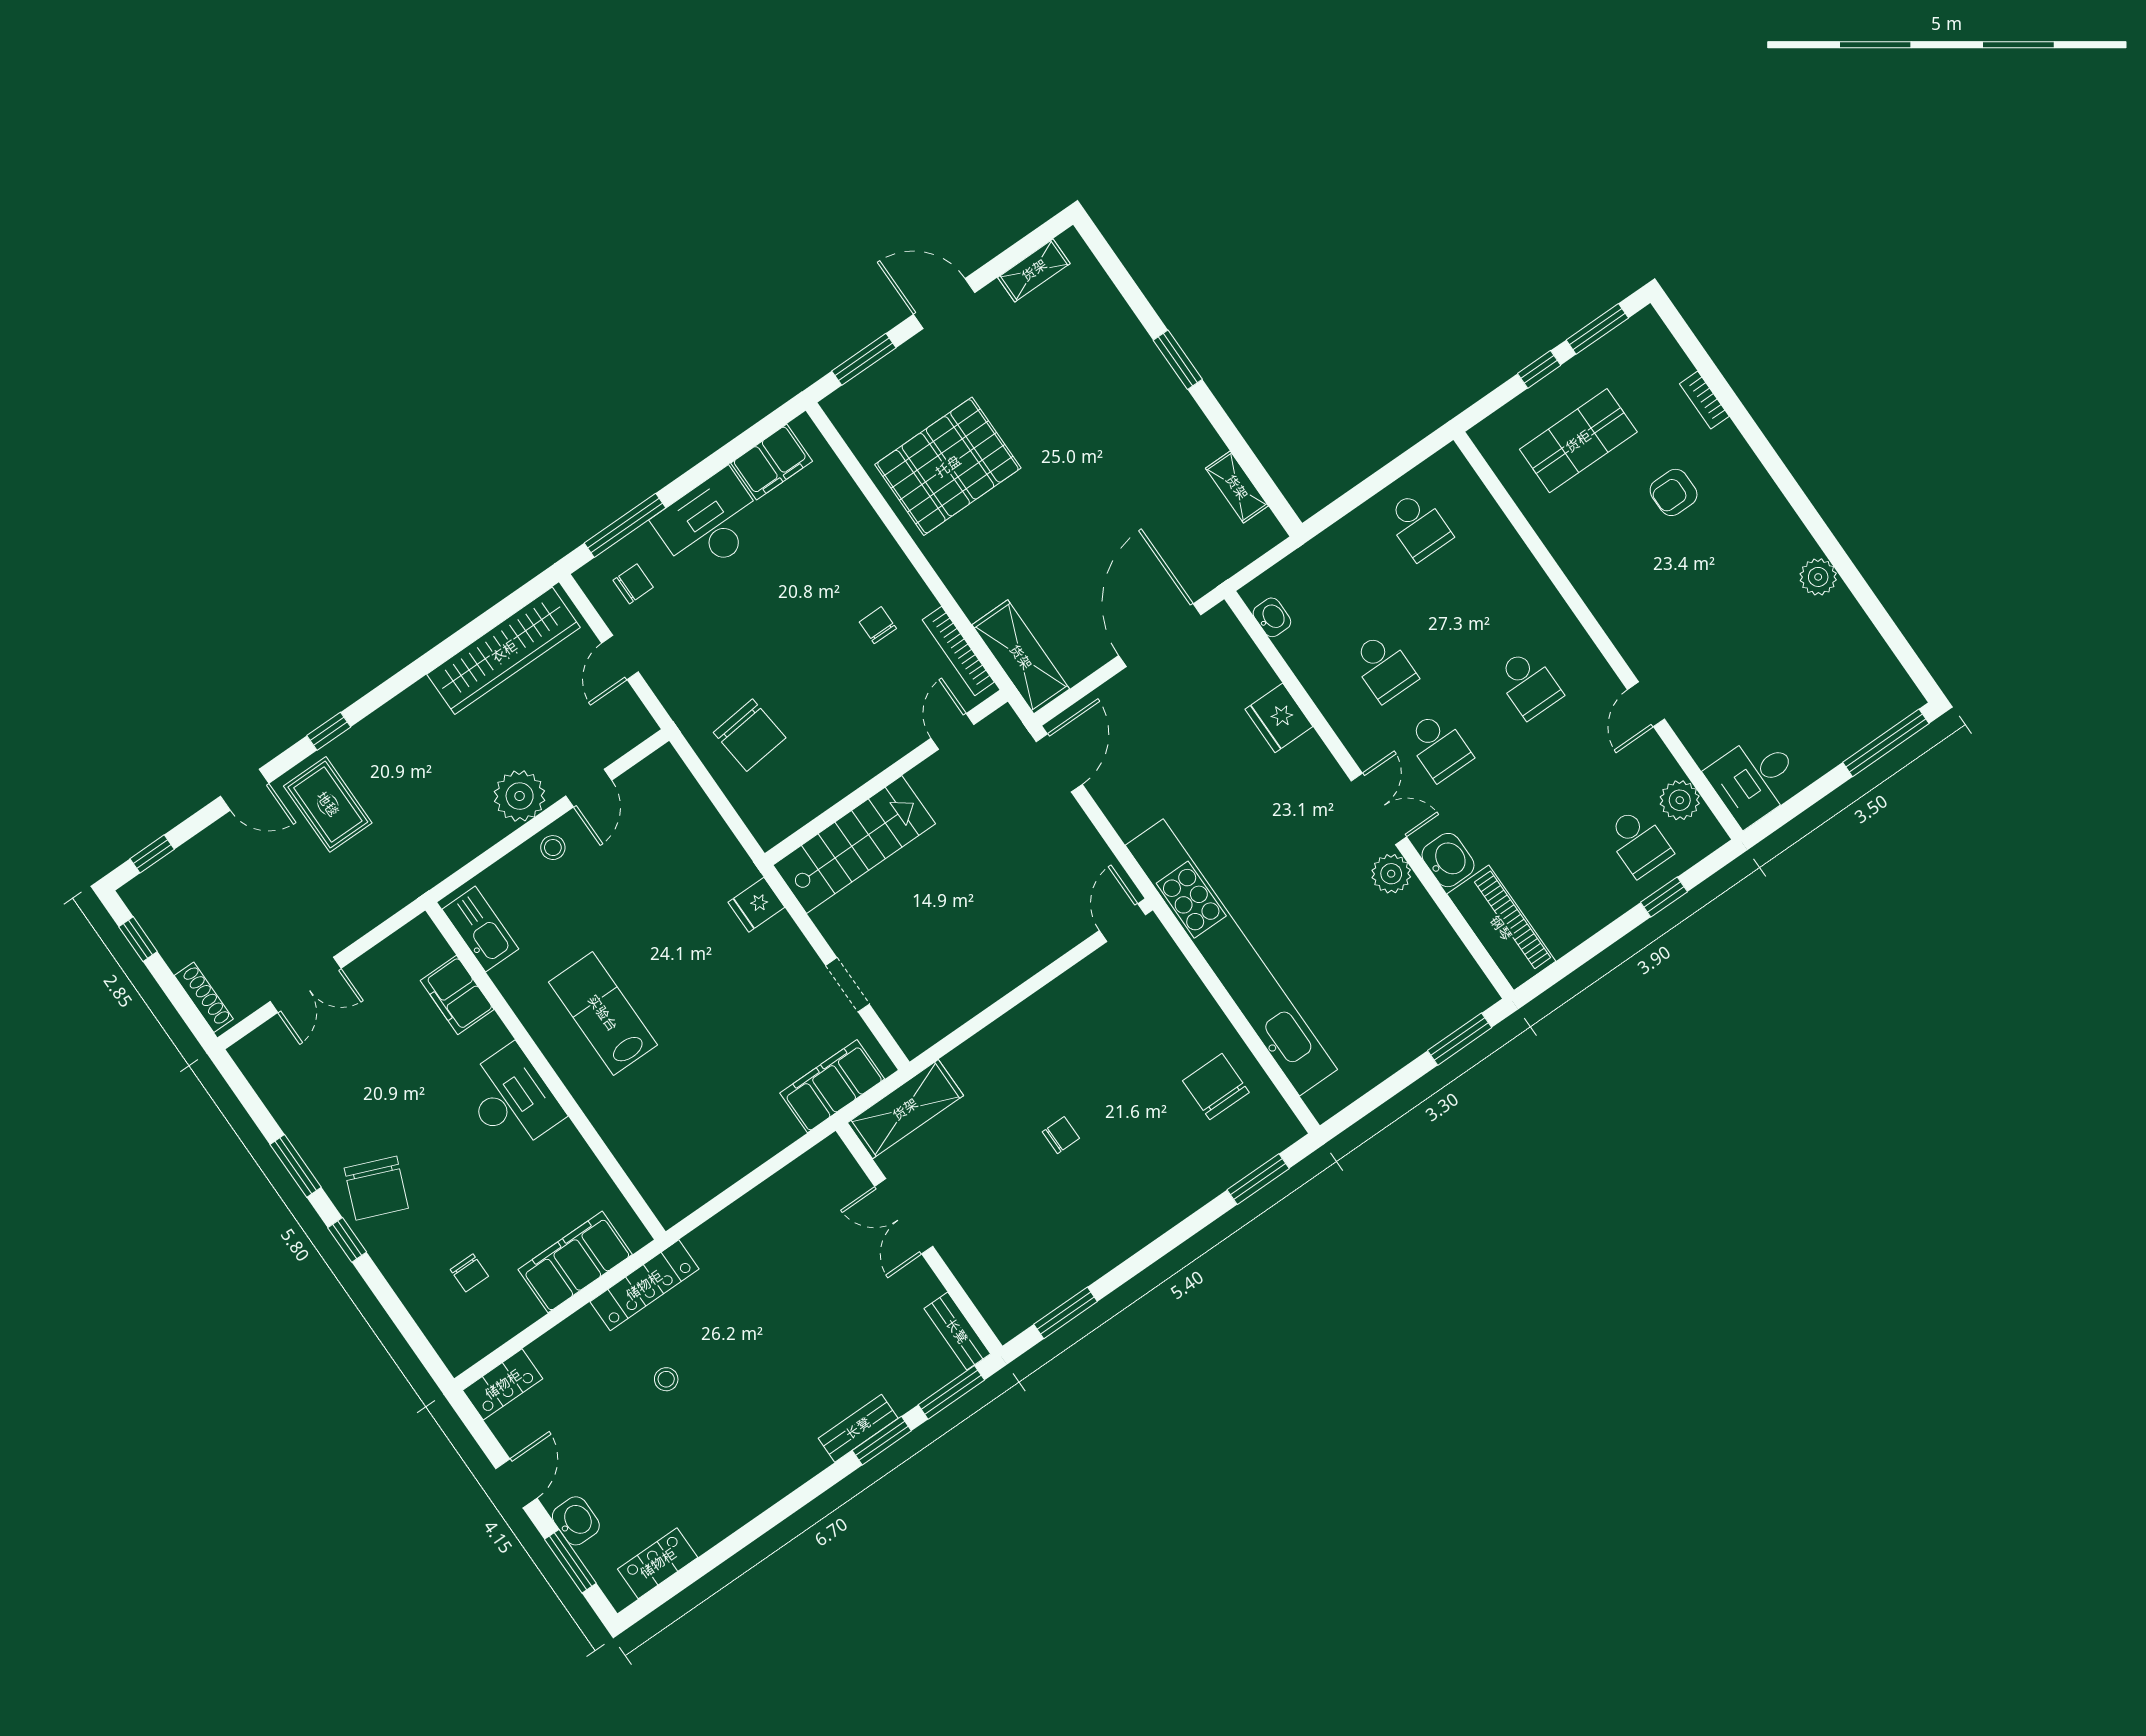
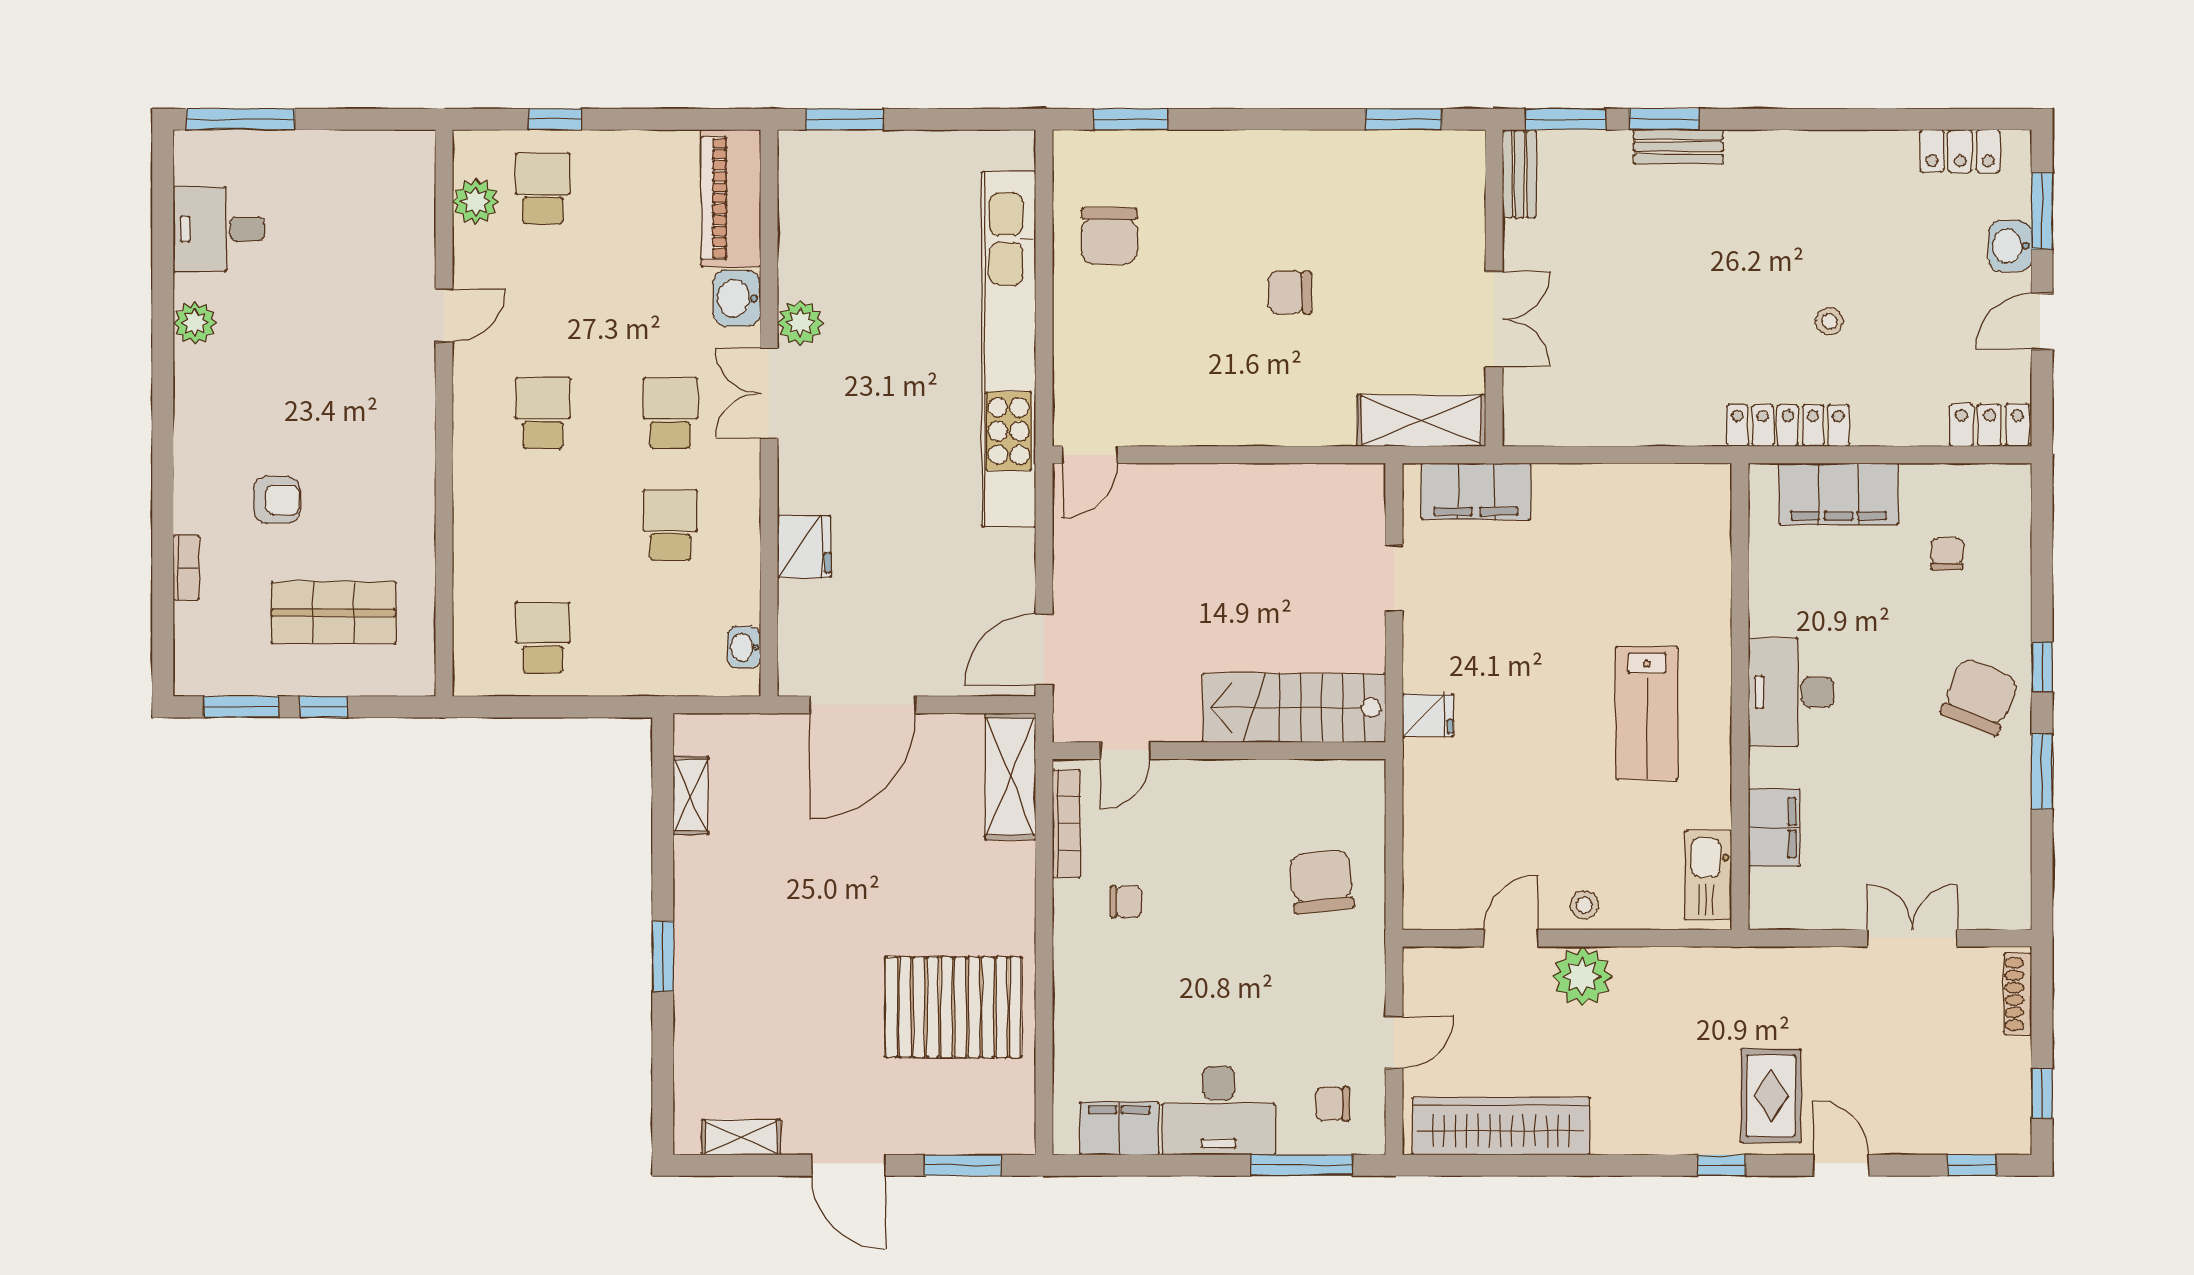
chair: (878, 625) -> (1126, 902), turned -90
desk: (1754, 779) -> (219, 229), moved, turned 180
chair: (1061, 1135) -> (1290, 292), width x1.37, depth x1.37

